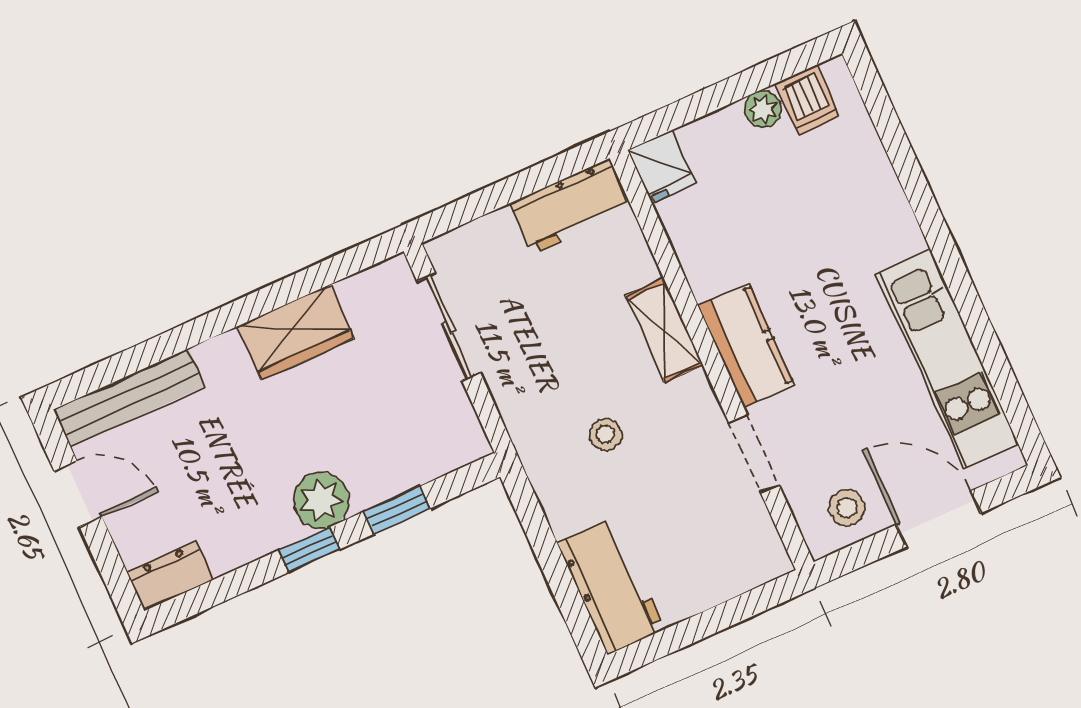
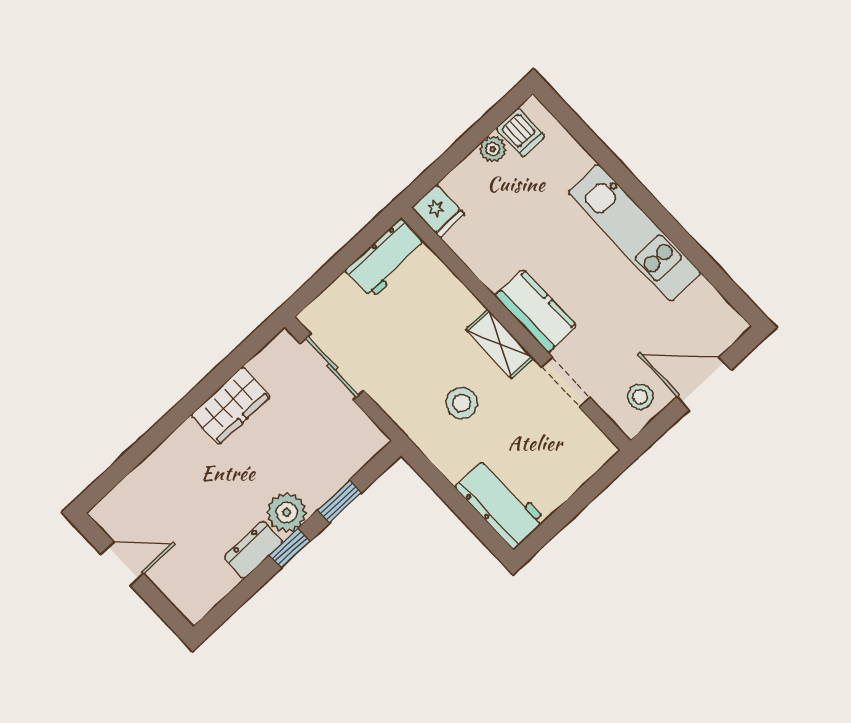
shelving: (664, 330) -> (500, 344), moved
kitchen unit: (947, 359) -> (634, 233), moved
bench: (129, 398) -> (134, 488), removed
stool: (605, 434) -> (462, 403), width x1.37, depth x1.37
dresser: (170, 576) -> (253, 550), moved

